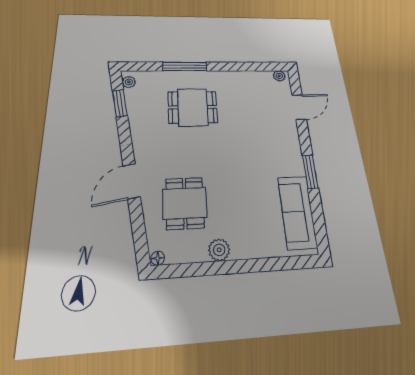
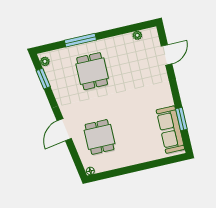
plant: (279, 76) -> (137, 35), moved
dining table: (193, 107) -> (92, 71), turned 90
window: (310, 171) -> (181, 119), moved
plant: (219, 250) -> (125, 160), removed

